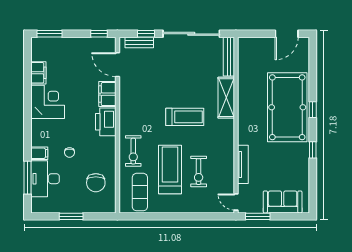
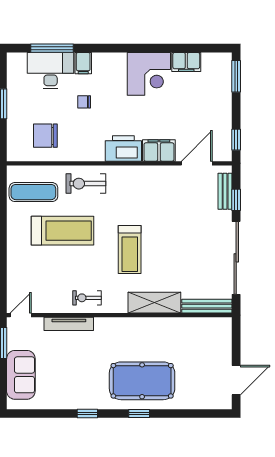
door: (287, 34) -> (236, 380), swing flipped
pool table: (287, 107) -> (142, 381), width x0.73, depth x0.76
exercise bike: (199, 172) -> (87, 298), moved, width x0.73, depth x0.72

